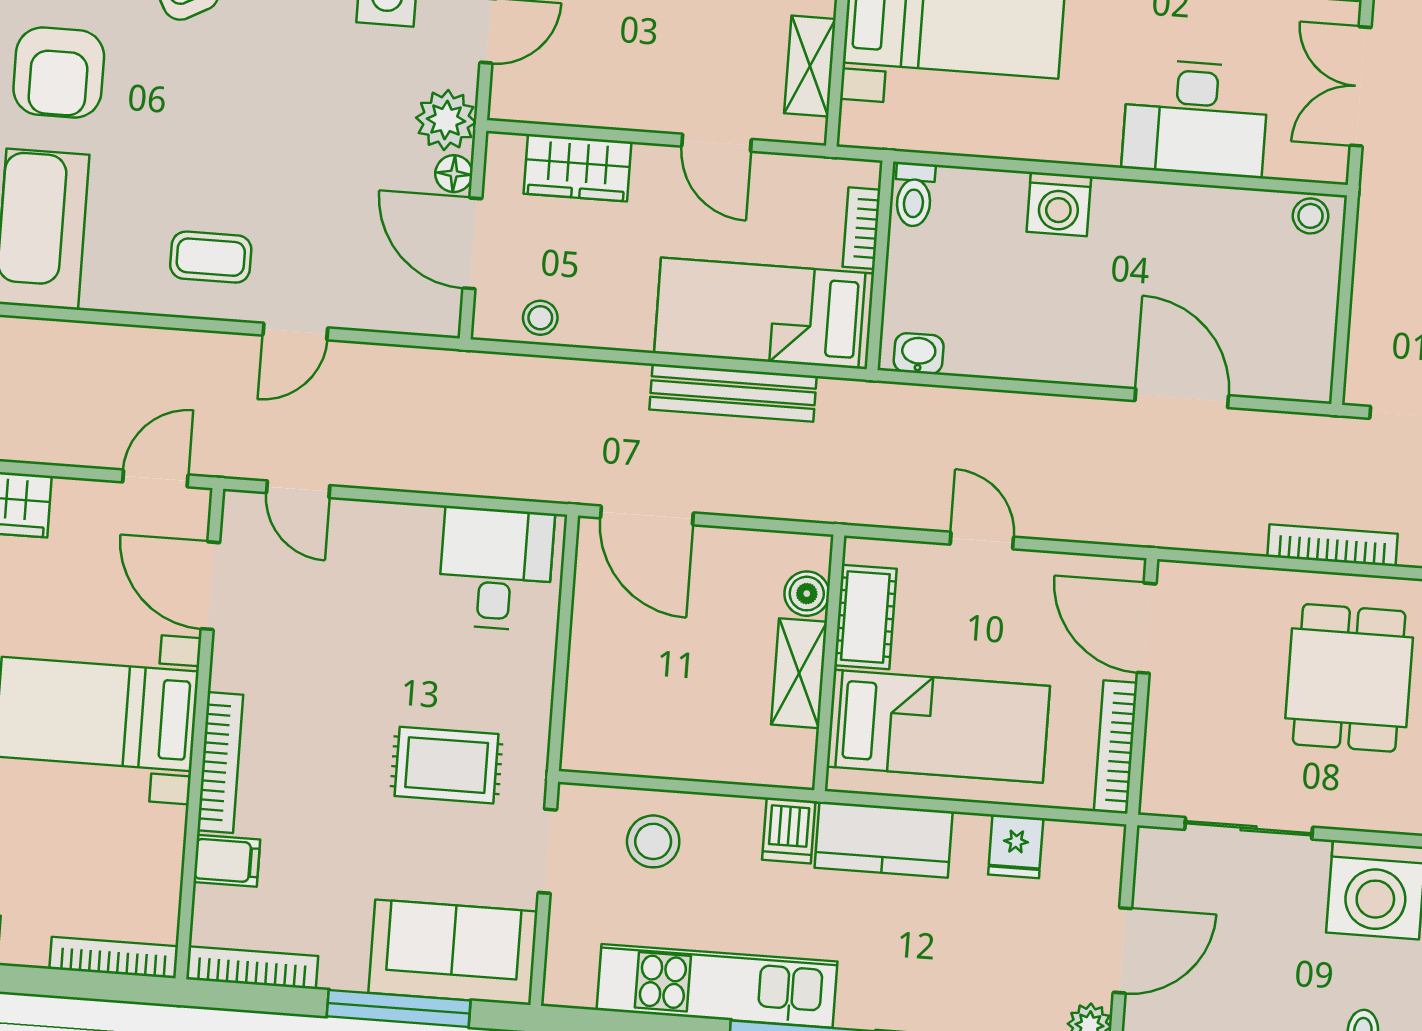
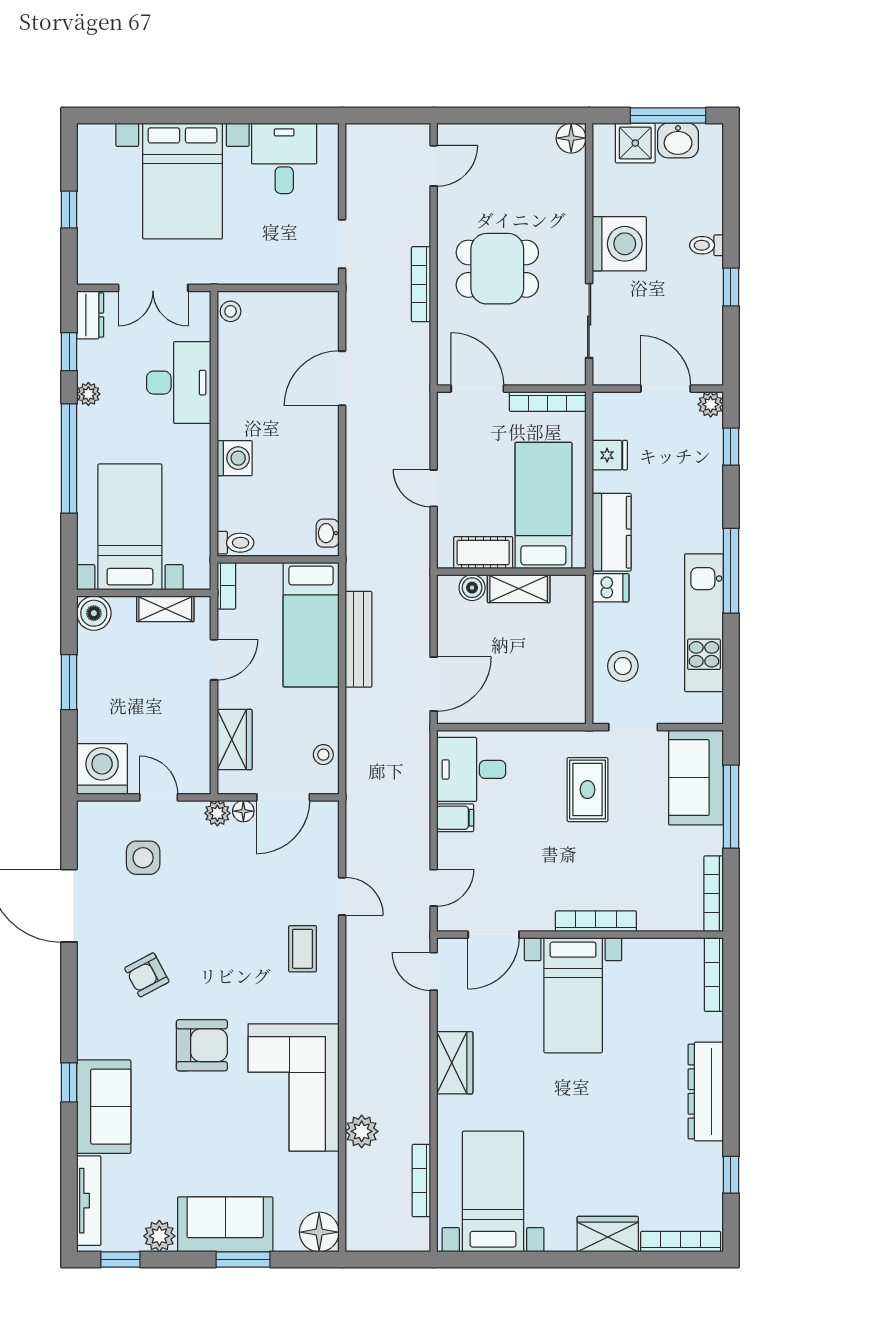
plant: (446, 120) -> (217, 813), width x0.73, depth x0.73
bookcase: (862, 228) -> (226, 586), moved, turned -90
door: (982, 541) -> (434, 488), hinge flipped
door: (1147, 628) -> (477, 389), swing flipped
filing cabinet: (227, 861) -> (455, 818), moved, turned 90

